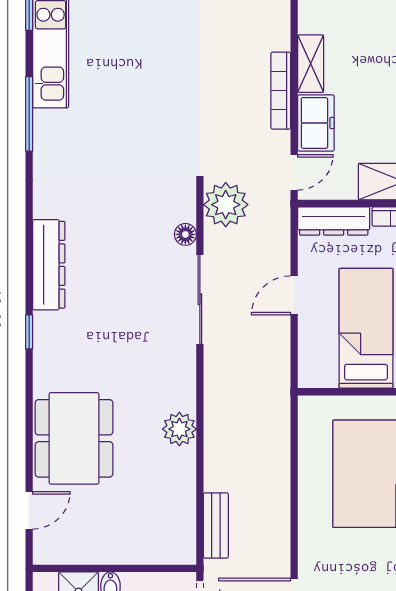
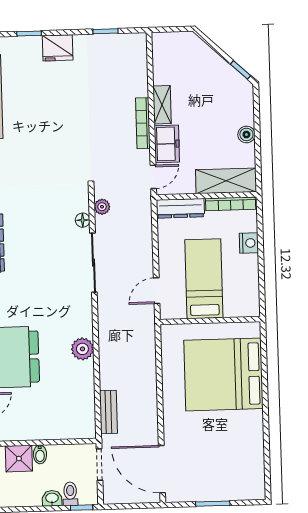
plant: (226, 205) -> (102, 207), width x0.53, depth x0.53
door: (294, 295) -> (157, 291), moved

